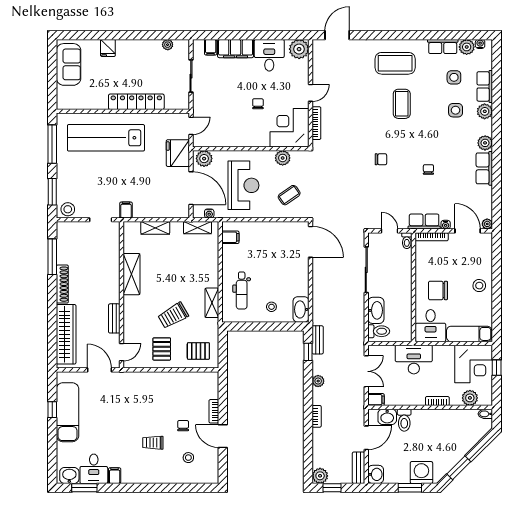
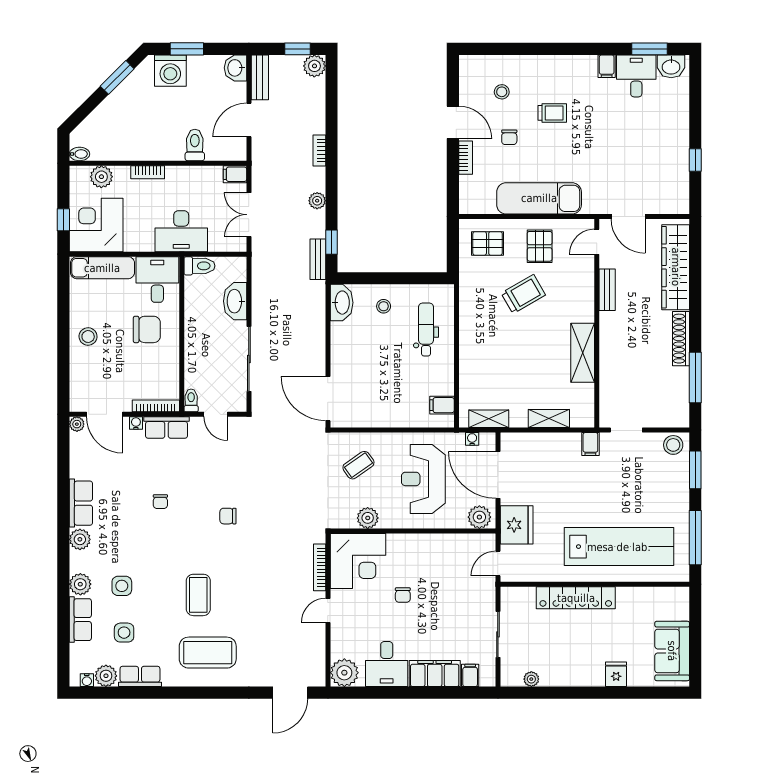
shelving: (212, 303) -> (468, 312), removed
toilet: (379, 331) -> (199, 266), moved, turned 180
exam couch: (68, 412) -> (539, 198), moved, turned 90
washbasin: (387, 417) -> (219, 150), removed

